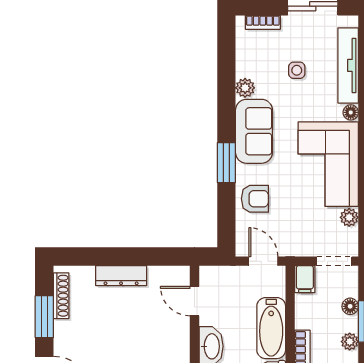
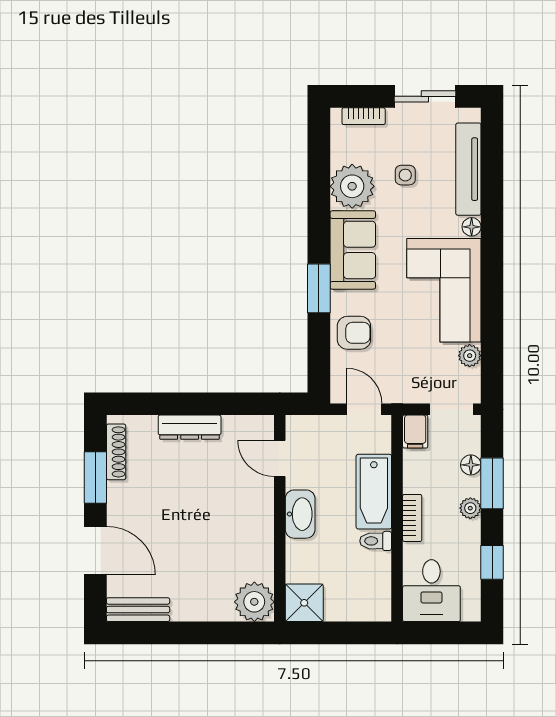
plant: (245, 88) -> (352, 186), width x1.88, depth x1.88

